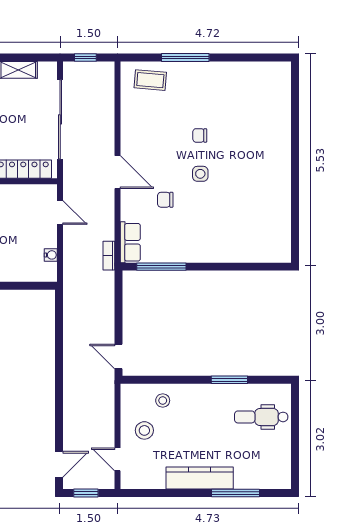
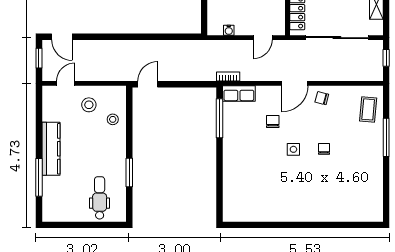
chair: (136, 138) -> (322, 98), added

